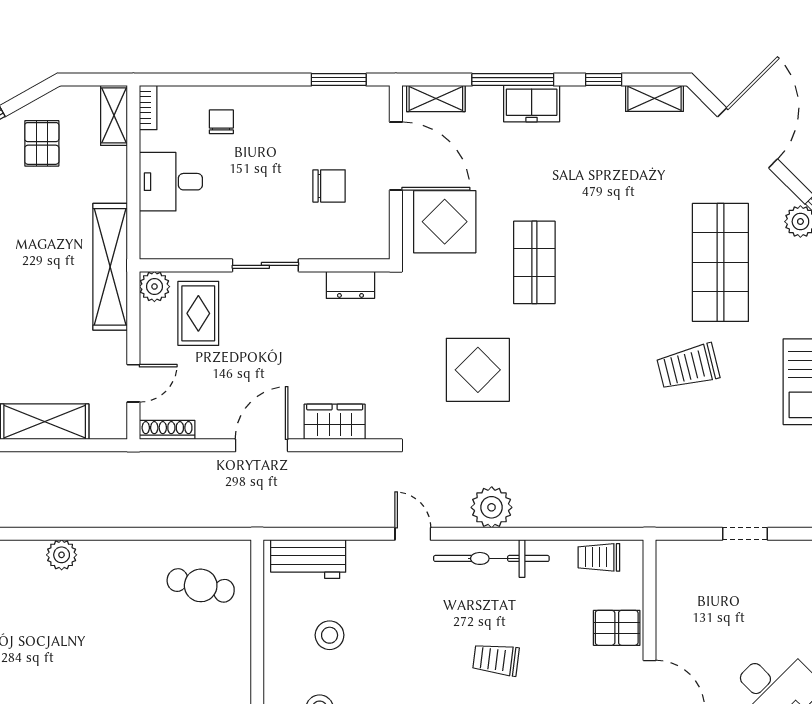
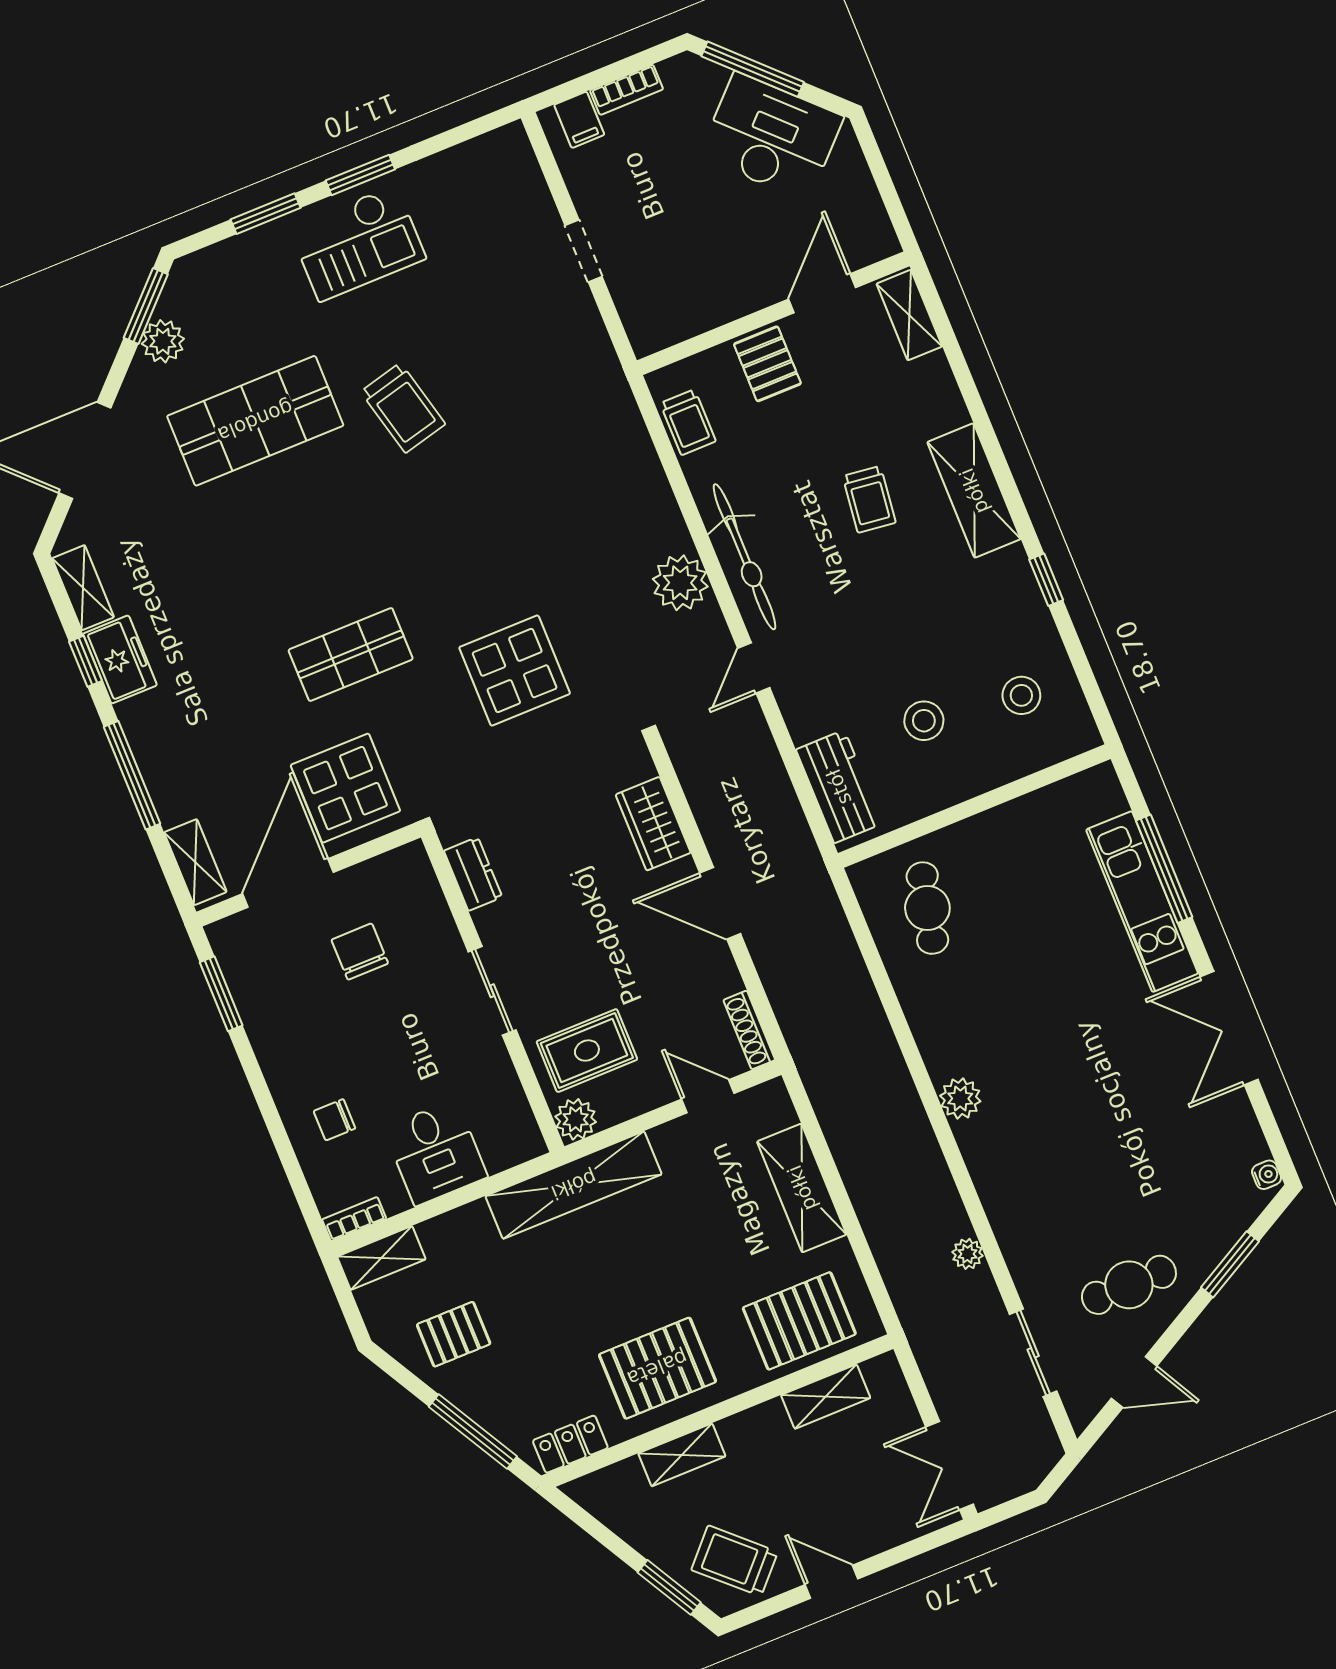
freezer: (532, 104) -> (120, 659), moved

